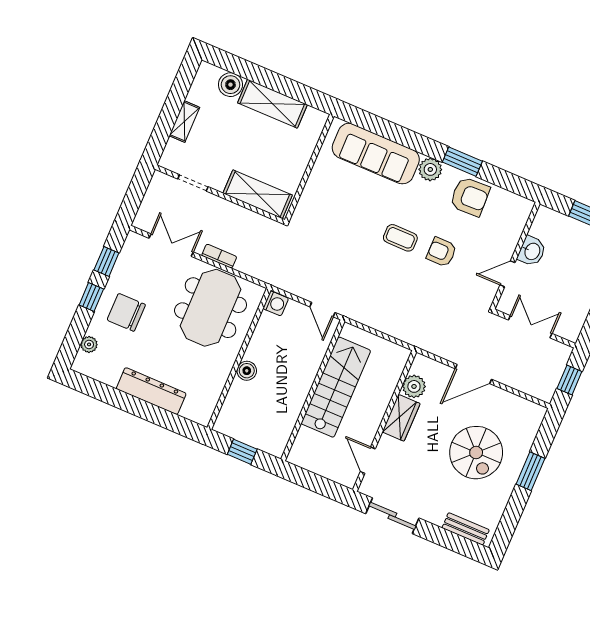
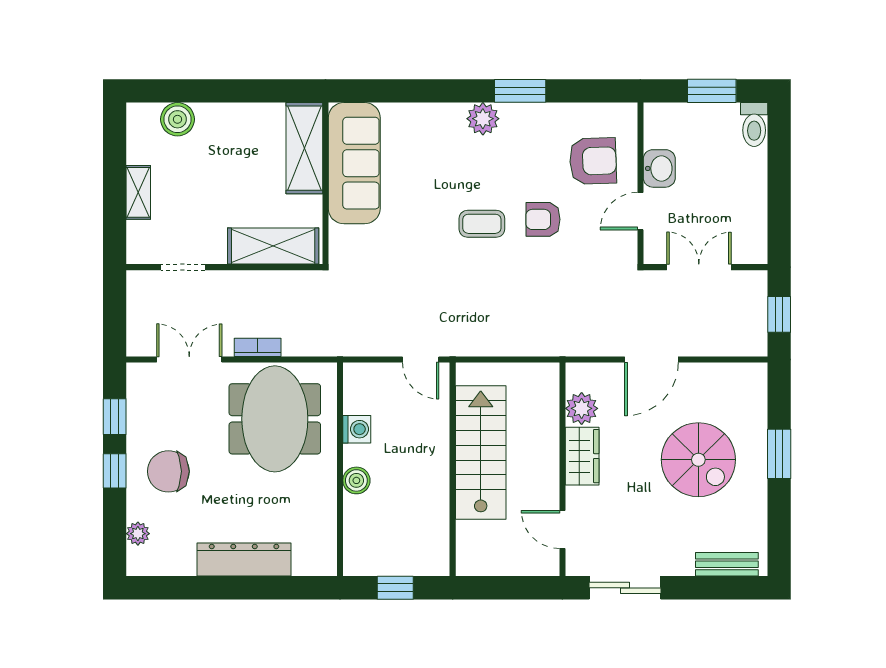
shelving: (272, 104) -> (304, 148), moved, turned 90
sofa: (376, 154) -> (354, 163), moved, turned -90
armchair: (470, 197) -> (593, 161), moved
washing machine: (276, 303) -> (357, 429), moved

